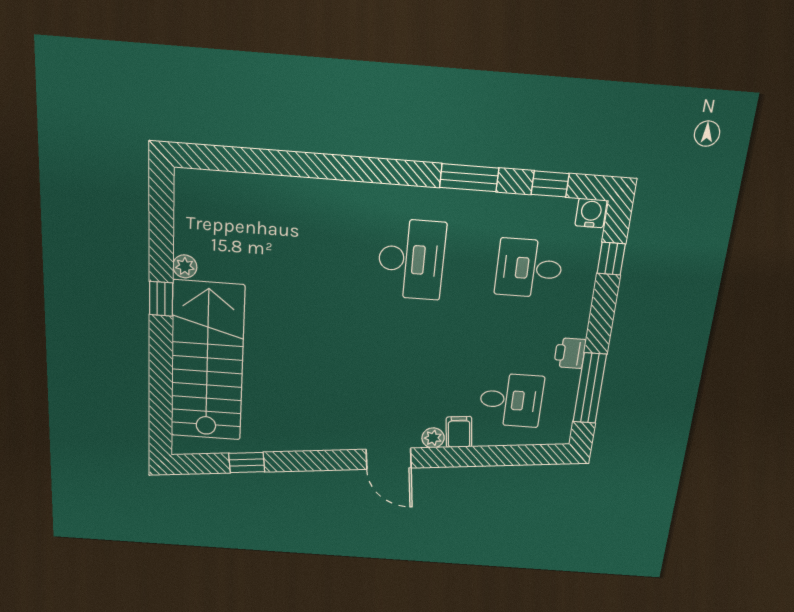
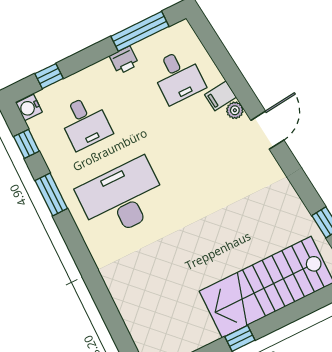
desk: (411, 259) -> (122, 198), width x1.36, depth x1.30
plant: (185, 266) -> (209, 335), removed
desk: (511, 400) -> (178, 77), turned 180

